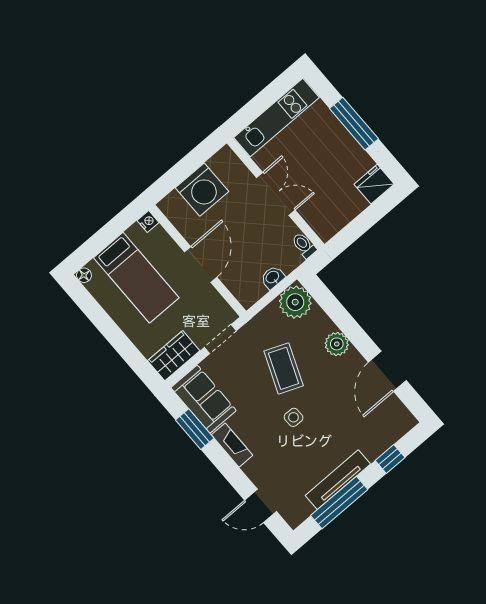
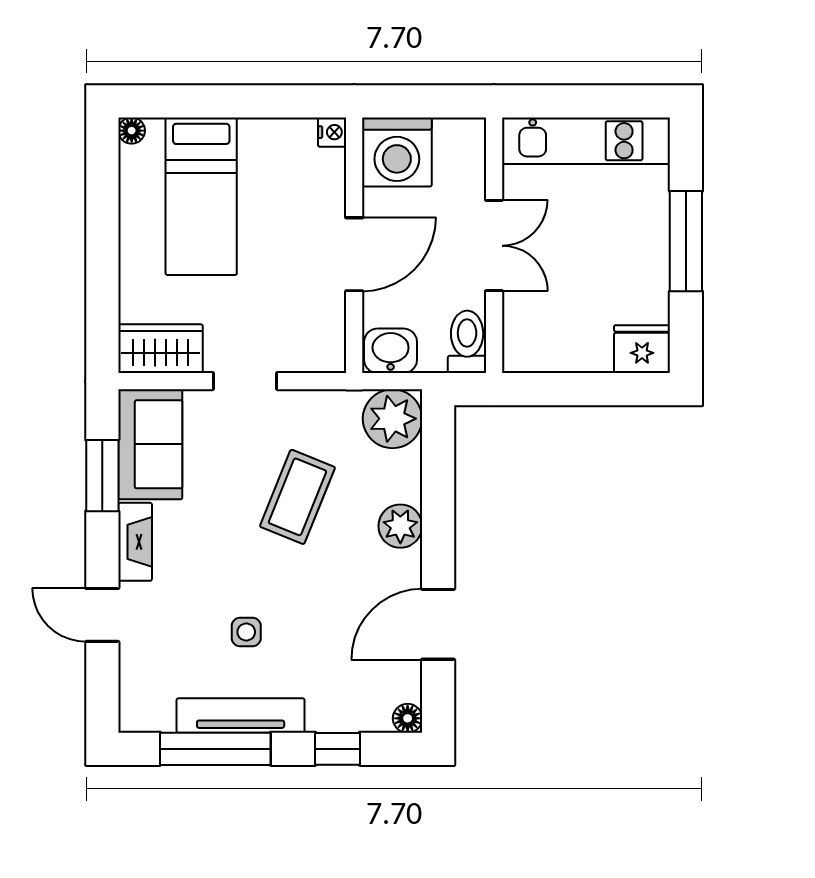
nightstand: (148, 221) -> (332, 132), moved
toilet: (304, 245) -> (467, 342), width x1.37, depth x1.39
wall: (197, 261) -> (354, 245), moved
door: (201, 264) -> (354, 254), moved
washbasin: (273, 277) -> (391, 351), width x1.38, depth x1.45
side table: (294, 417) -> (246, 632), moved
floor lamp: (408, 421) -> (408, 718), added
door: (261, 506) -> (102, 615), moved

